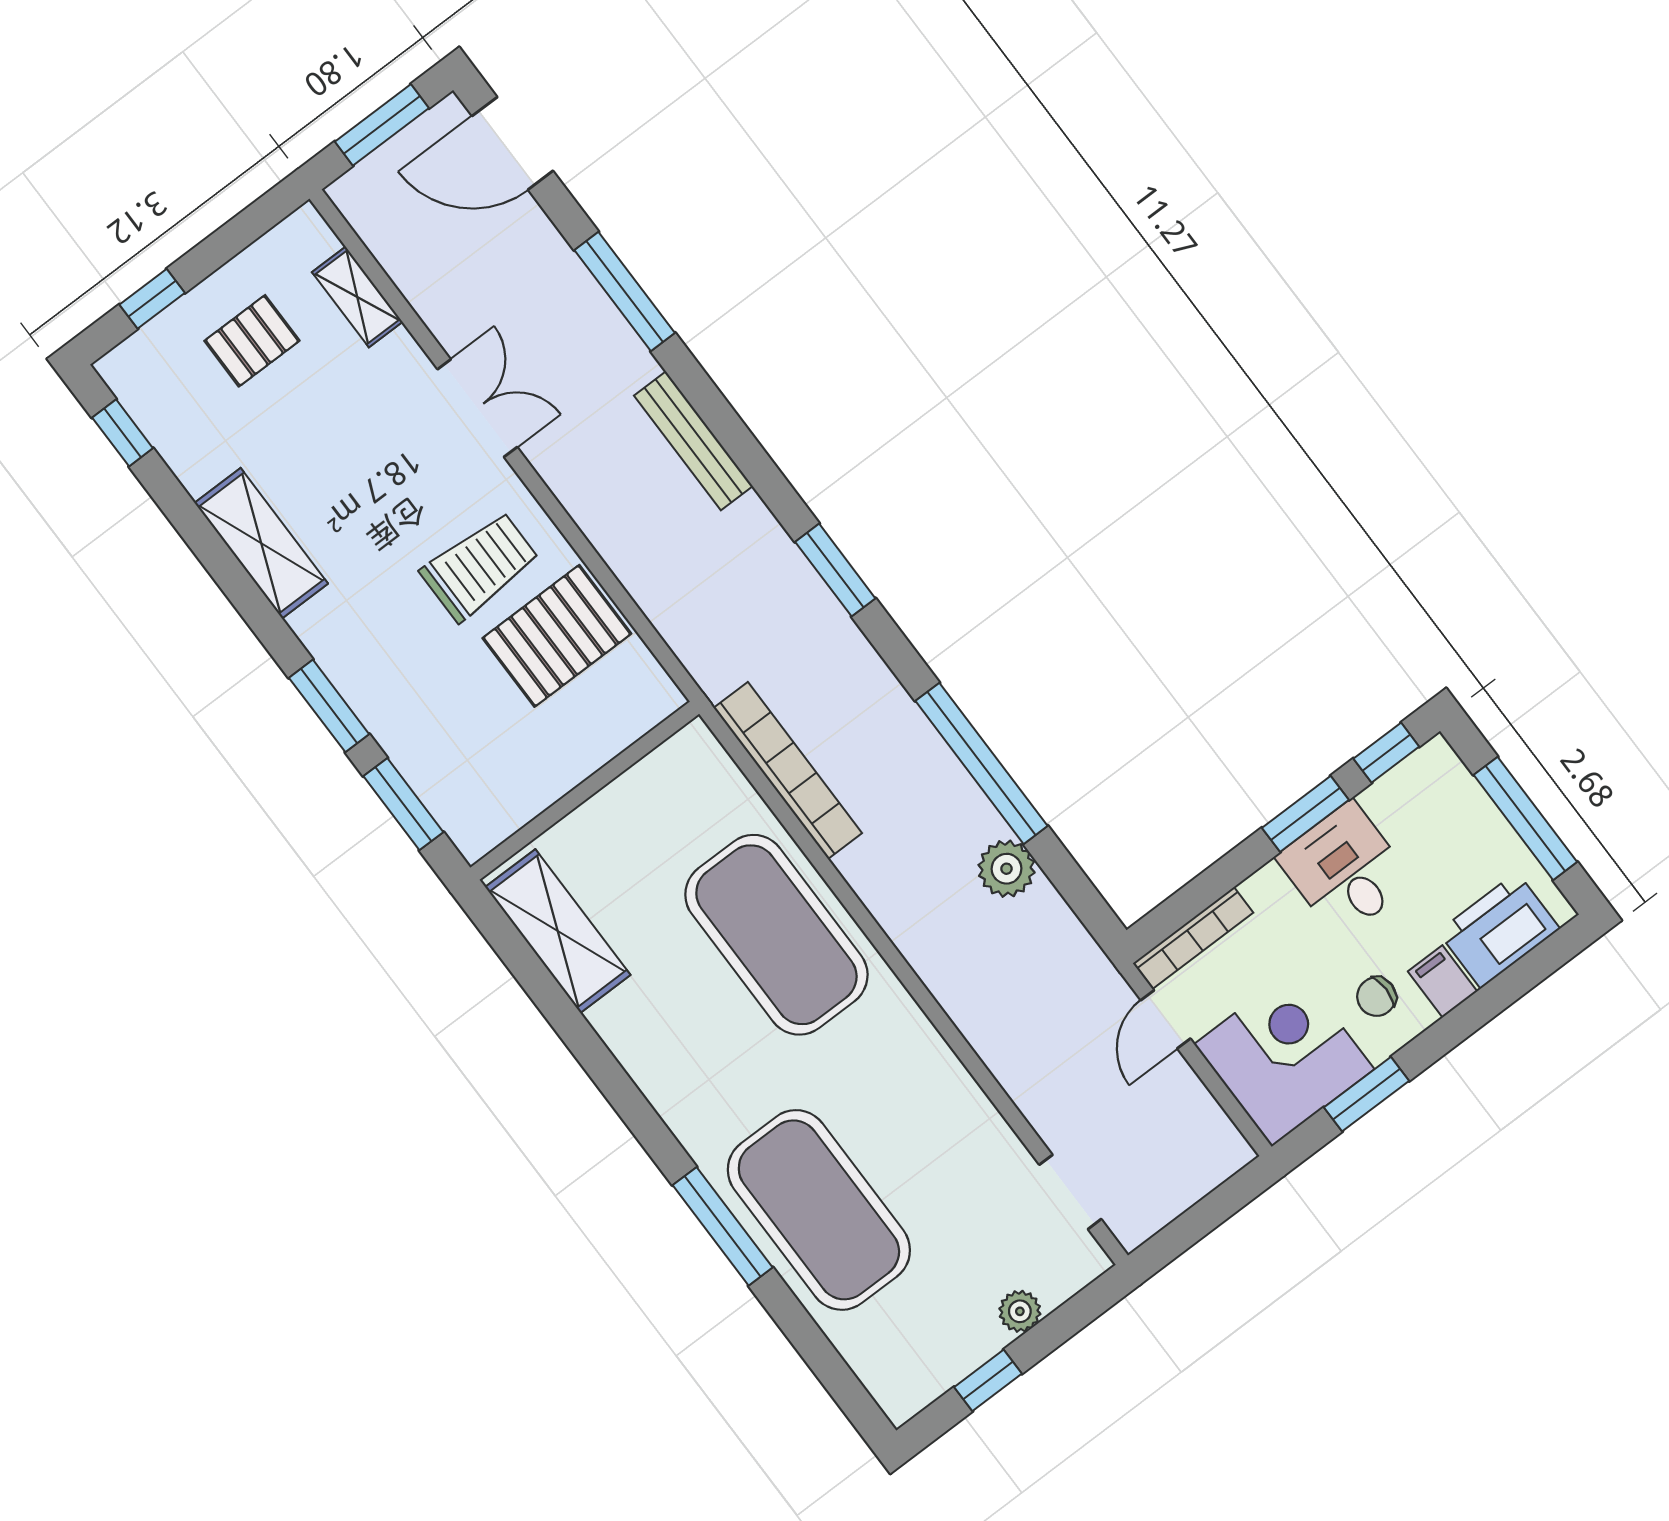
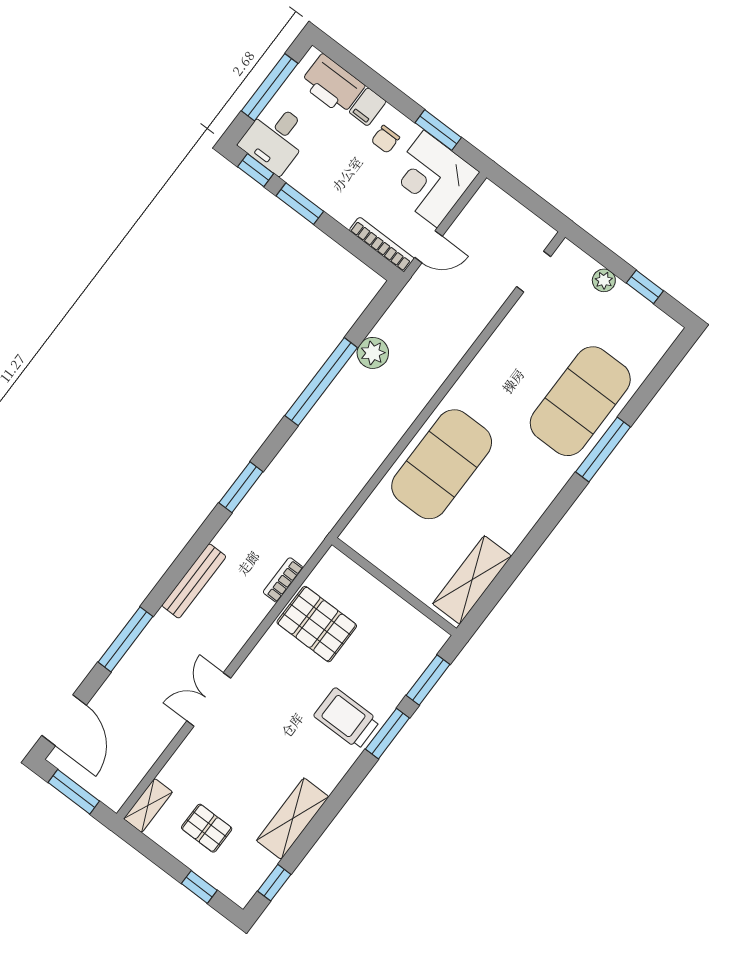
shelving: (357, 297) -> (148, 805), moved
shelving: (261, 543) -> (293, 819), moved
trolley: (480, 566) -> (347, 718), moved
bookcase: (788, 770) -> (283, 580), moved, width x0.43, depth x0.76
desk: (1345, 870) -> (275, 138), moved
chair: (1376, 997) -> (385, 139), turned 90

